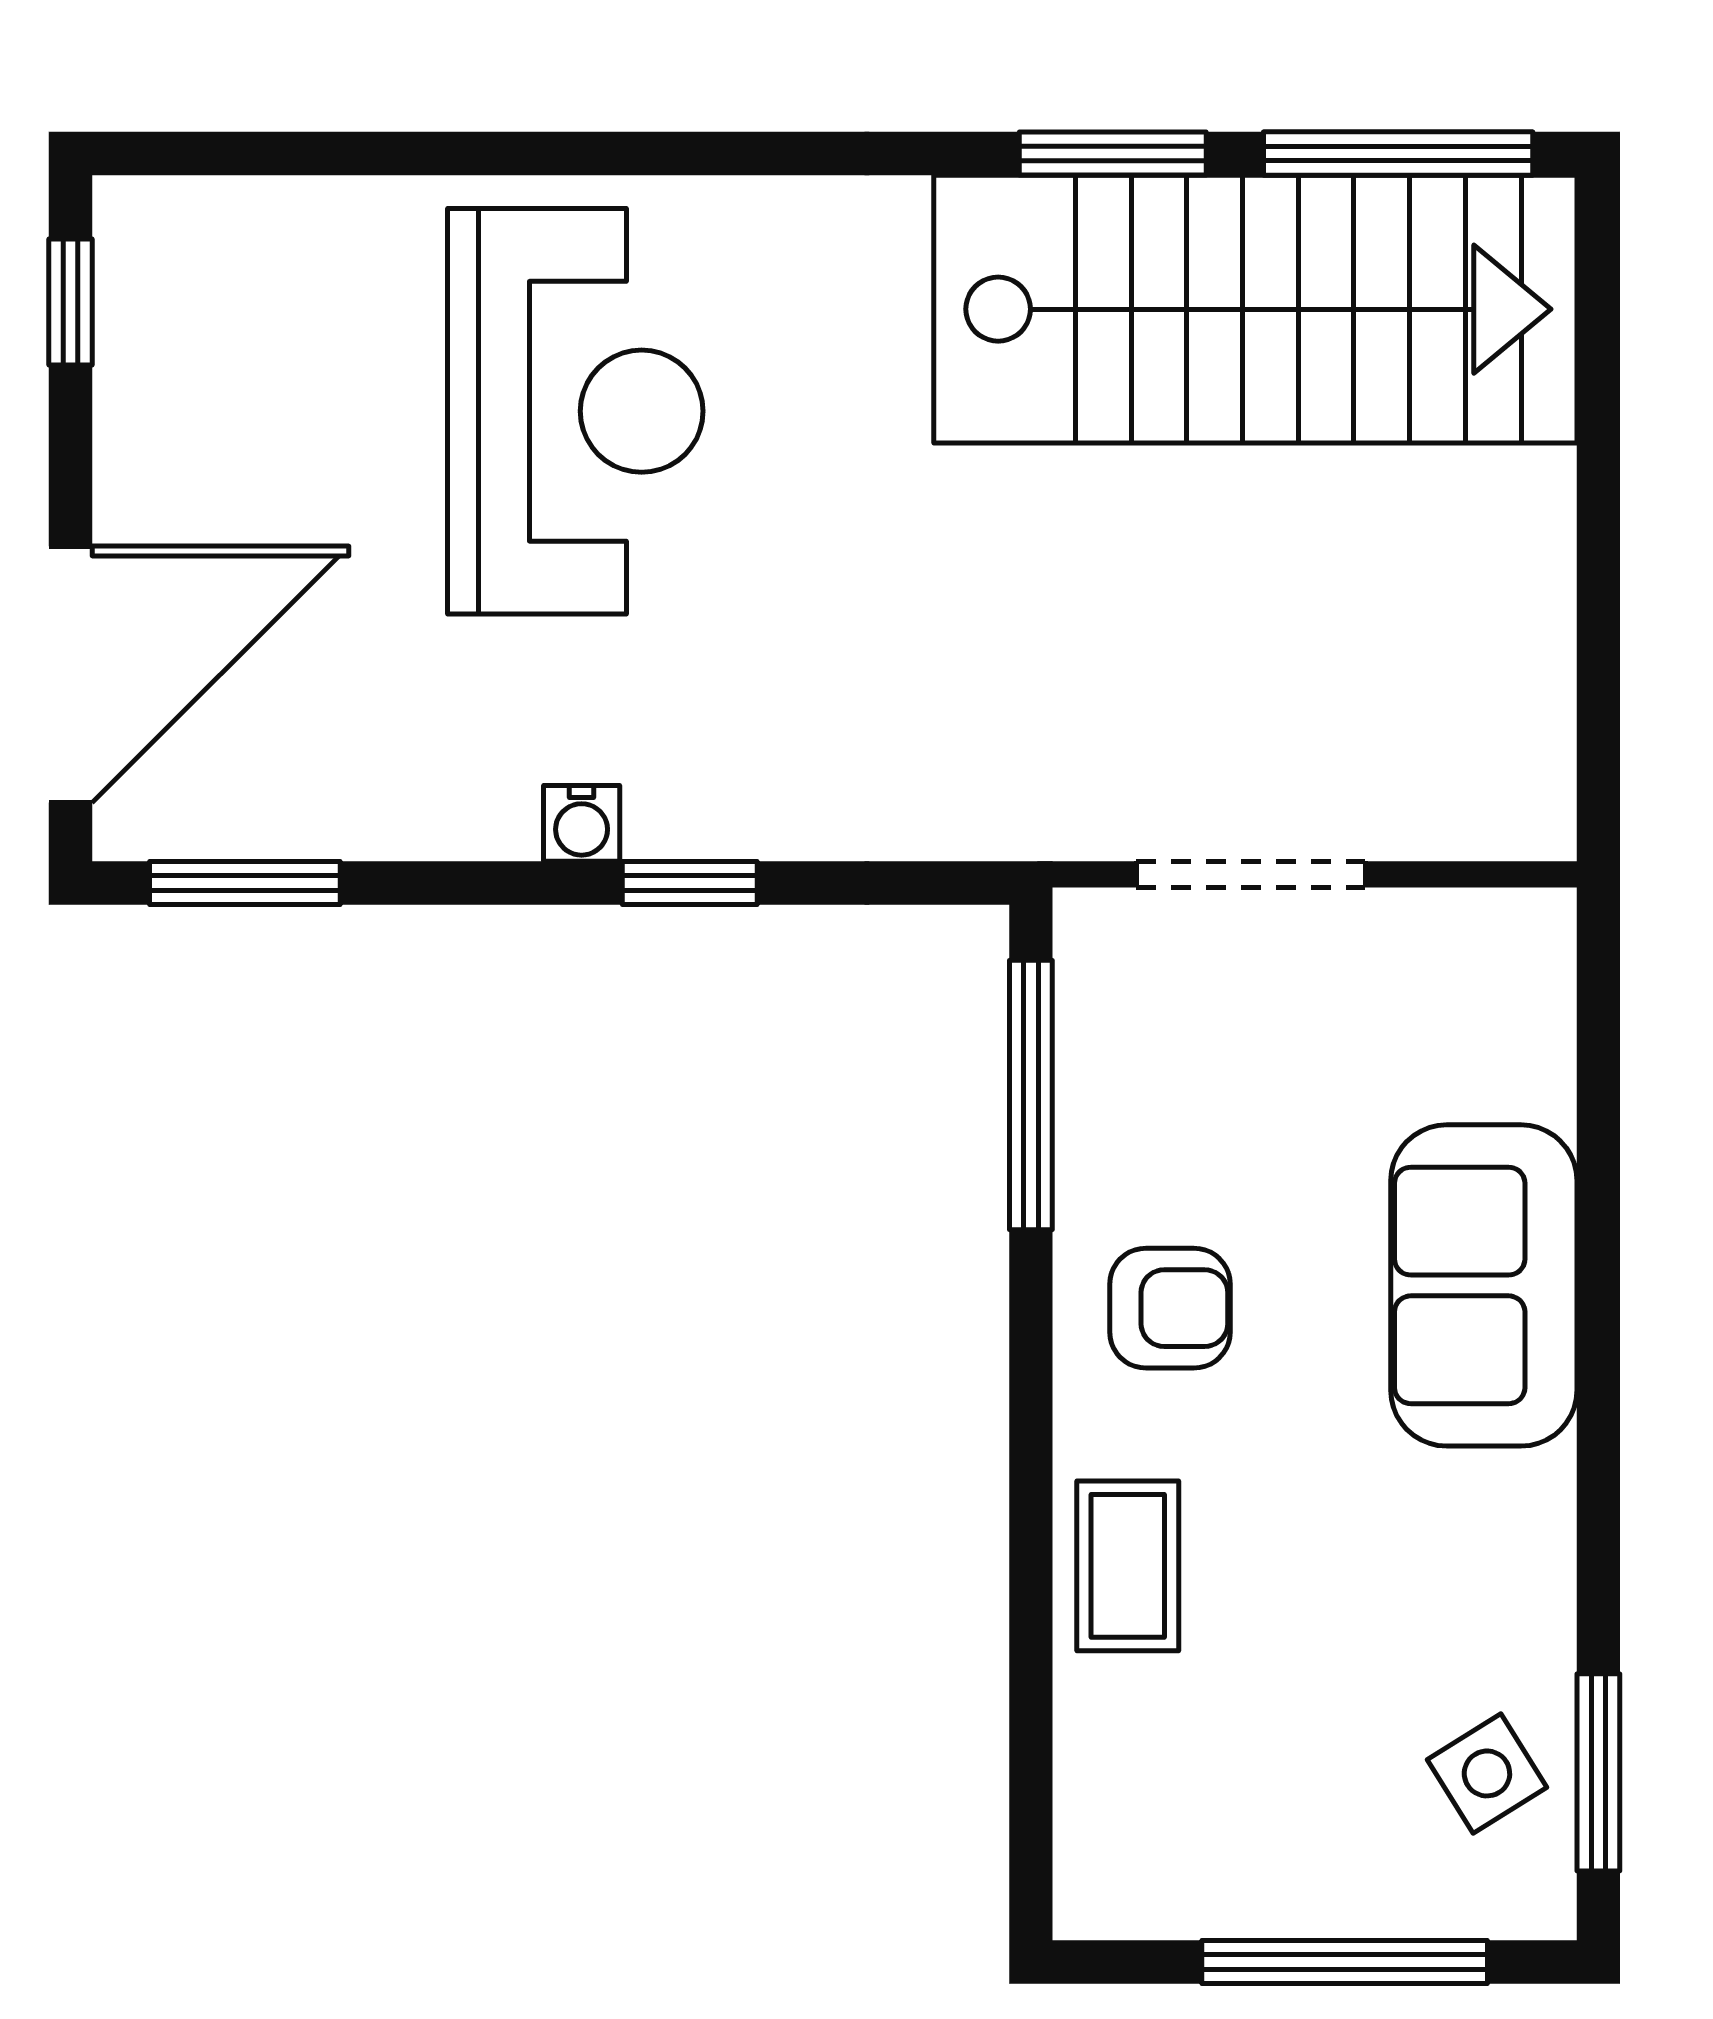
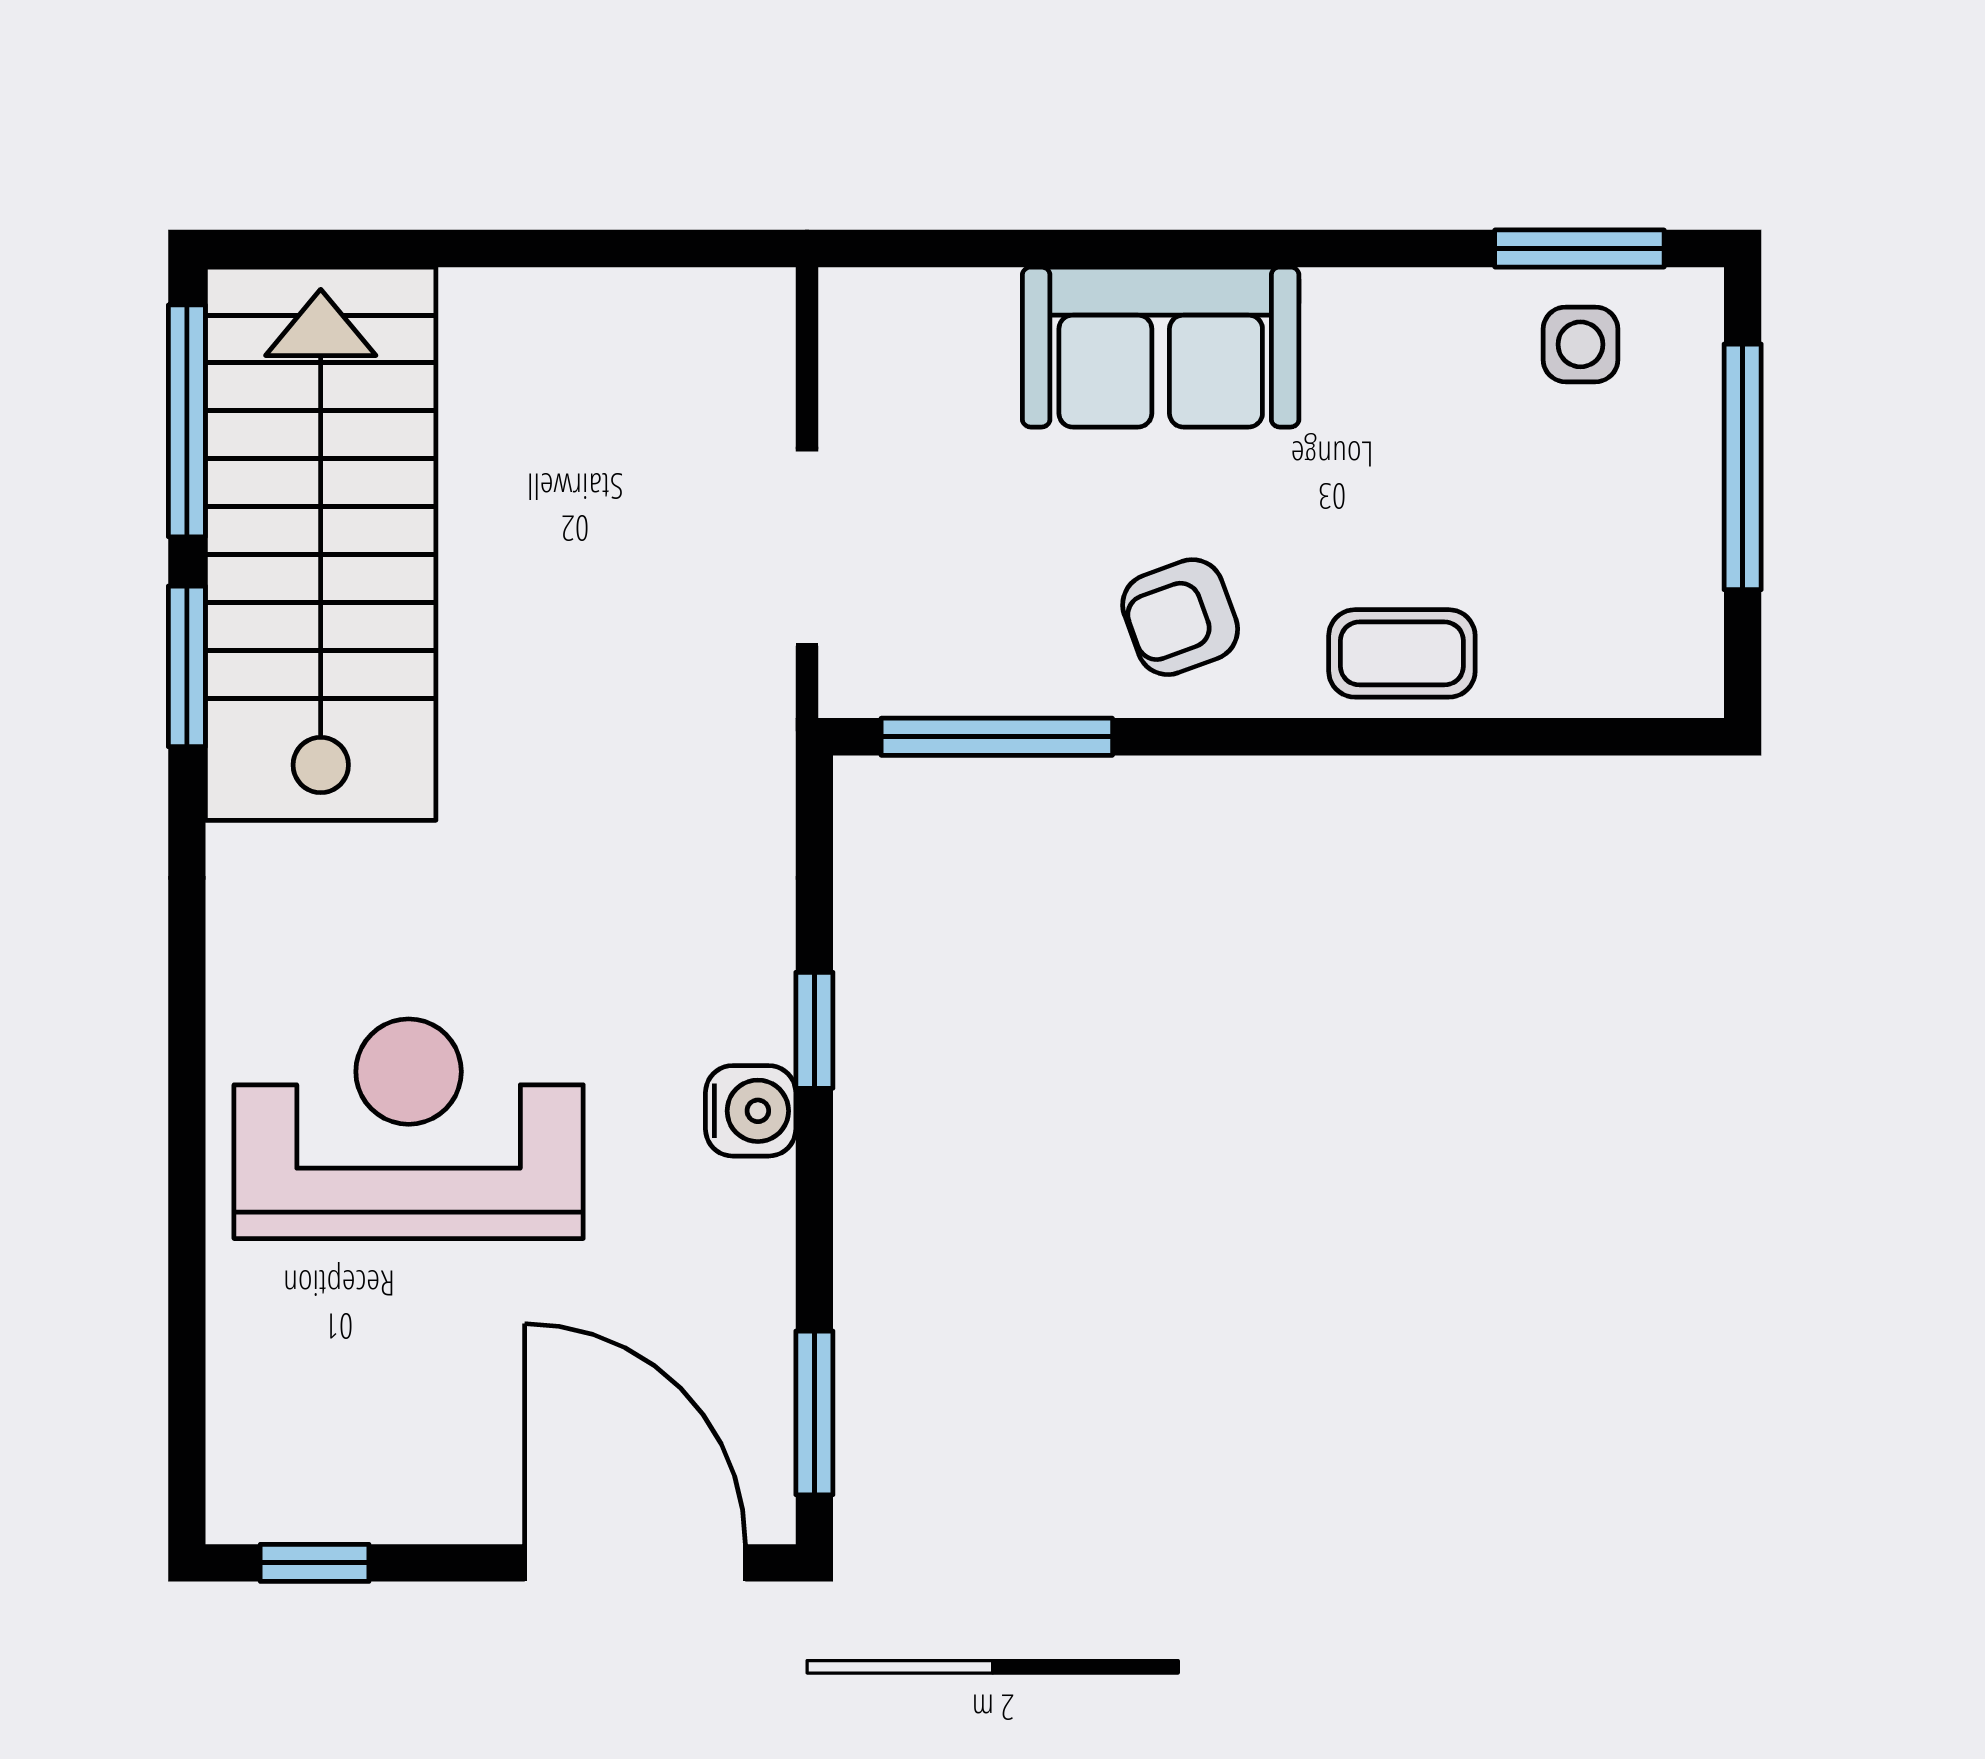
water cooler: (582, 823) -> (751, 1111), width x1.38, depth x1.38
armchair: (1170, 1308) -> (1180, 617), turned -110
side table: (1487, 1773) -> (1580, 344), turned 32

